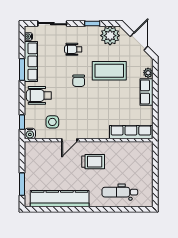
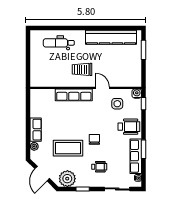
row of seats: (131, 132) -> (74, 95), moved
door: (69, 140) -> (103, 88), hinge flipped
dental chair: (120, 192) -> (59, 43), turned 180

